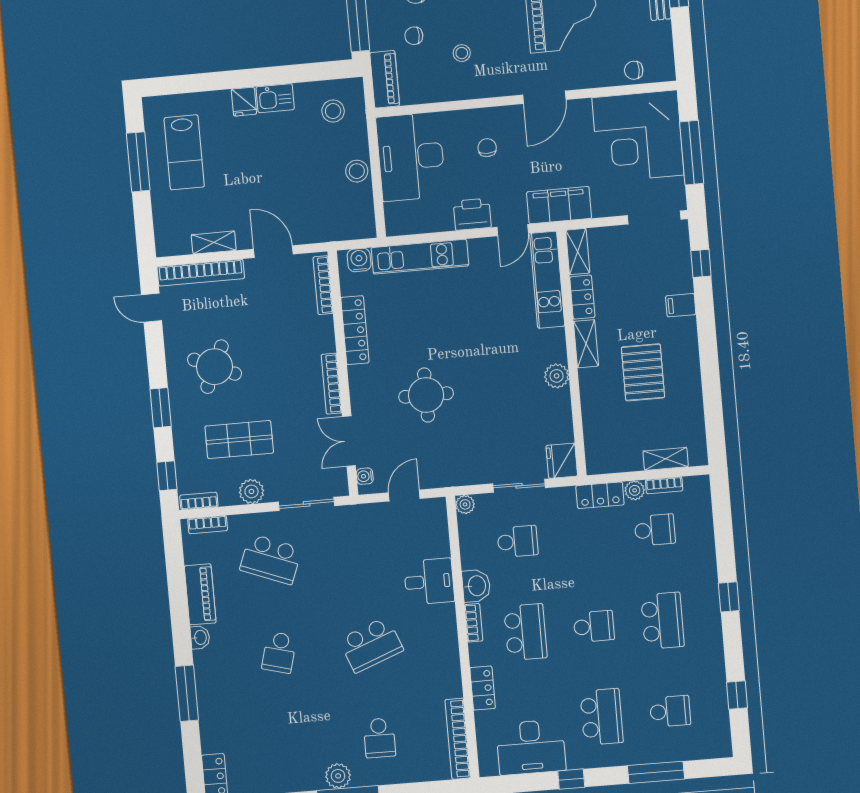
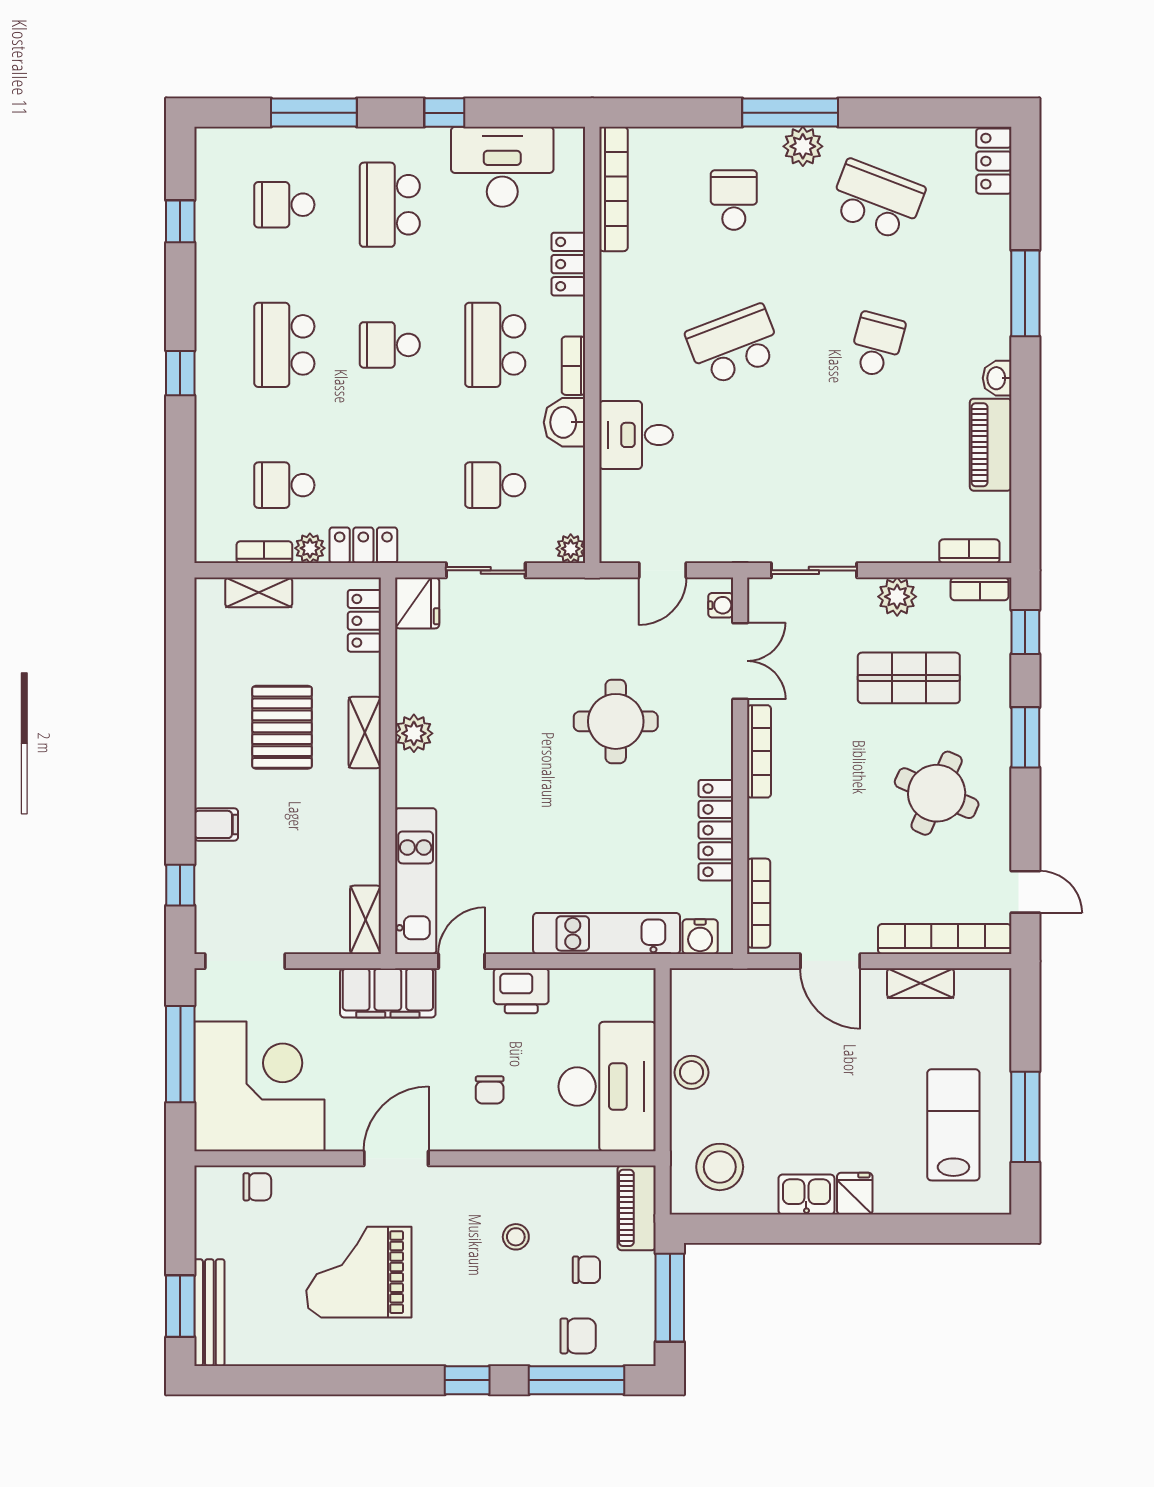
stool: (333, 111) -> (720, 1167), width x1.38, depth x1.38
locker: (582, 297) -> (364, 621), moved
shelving: (586, 344) -> (365, 732), moved
school desk: (271, 559) -> (877, 200), moved

